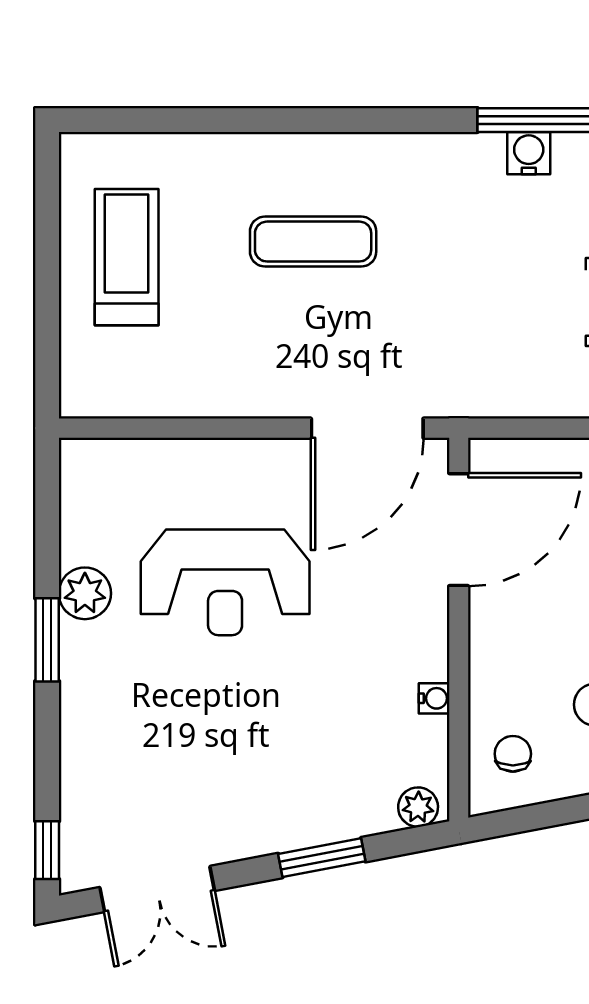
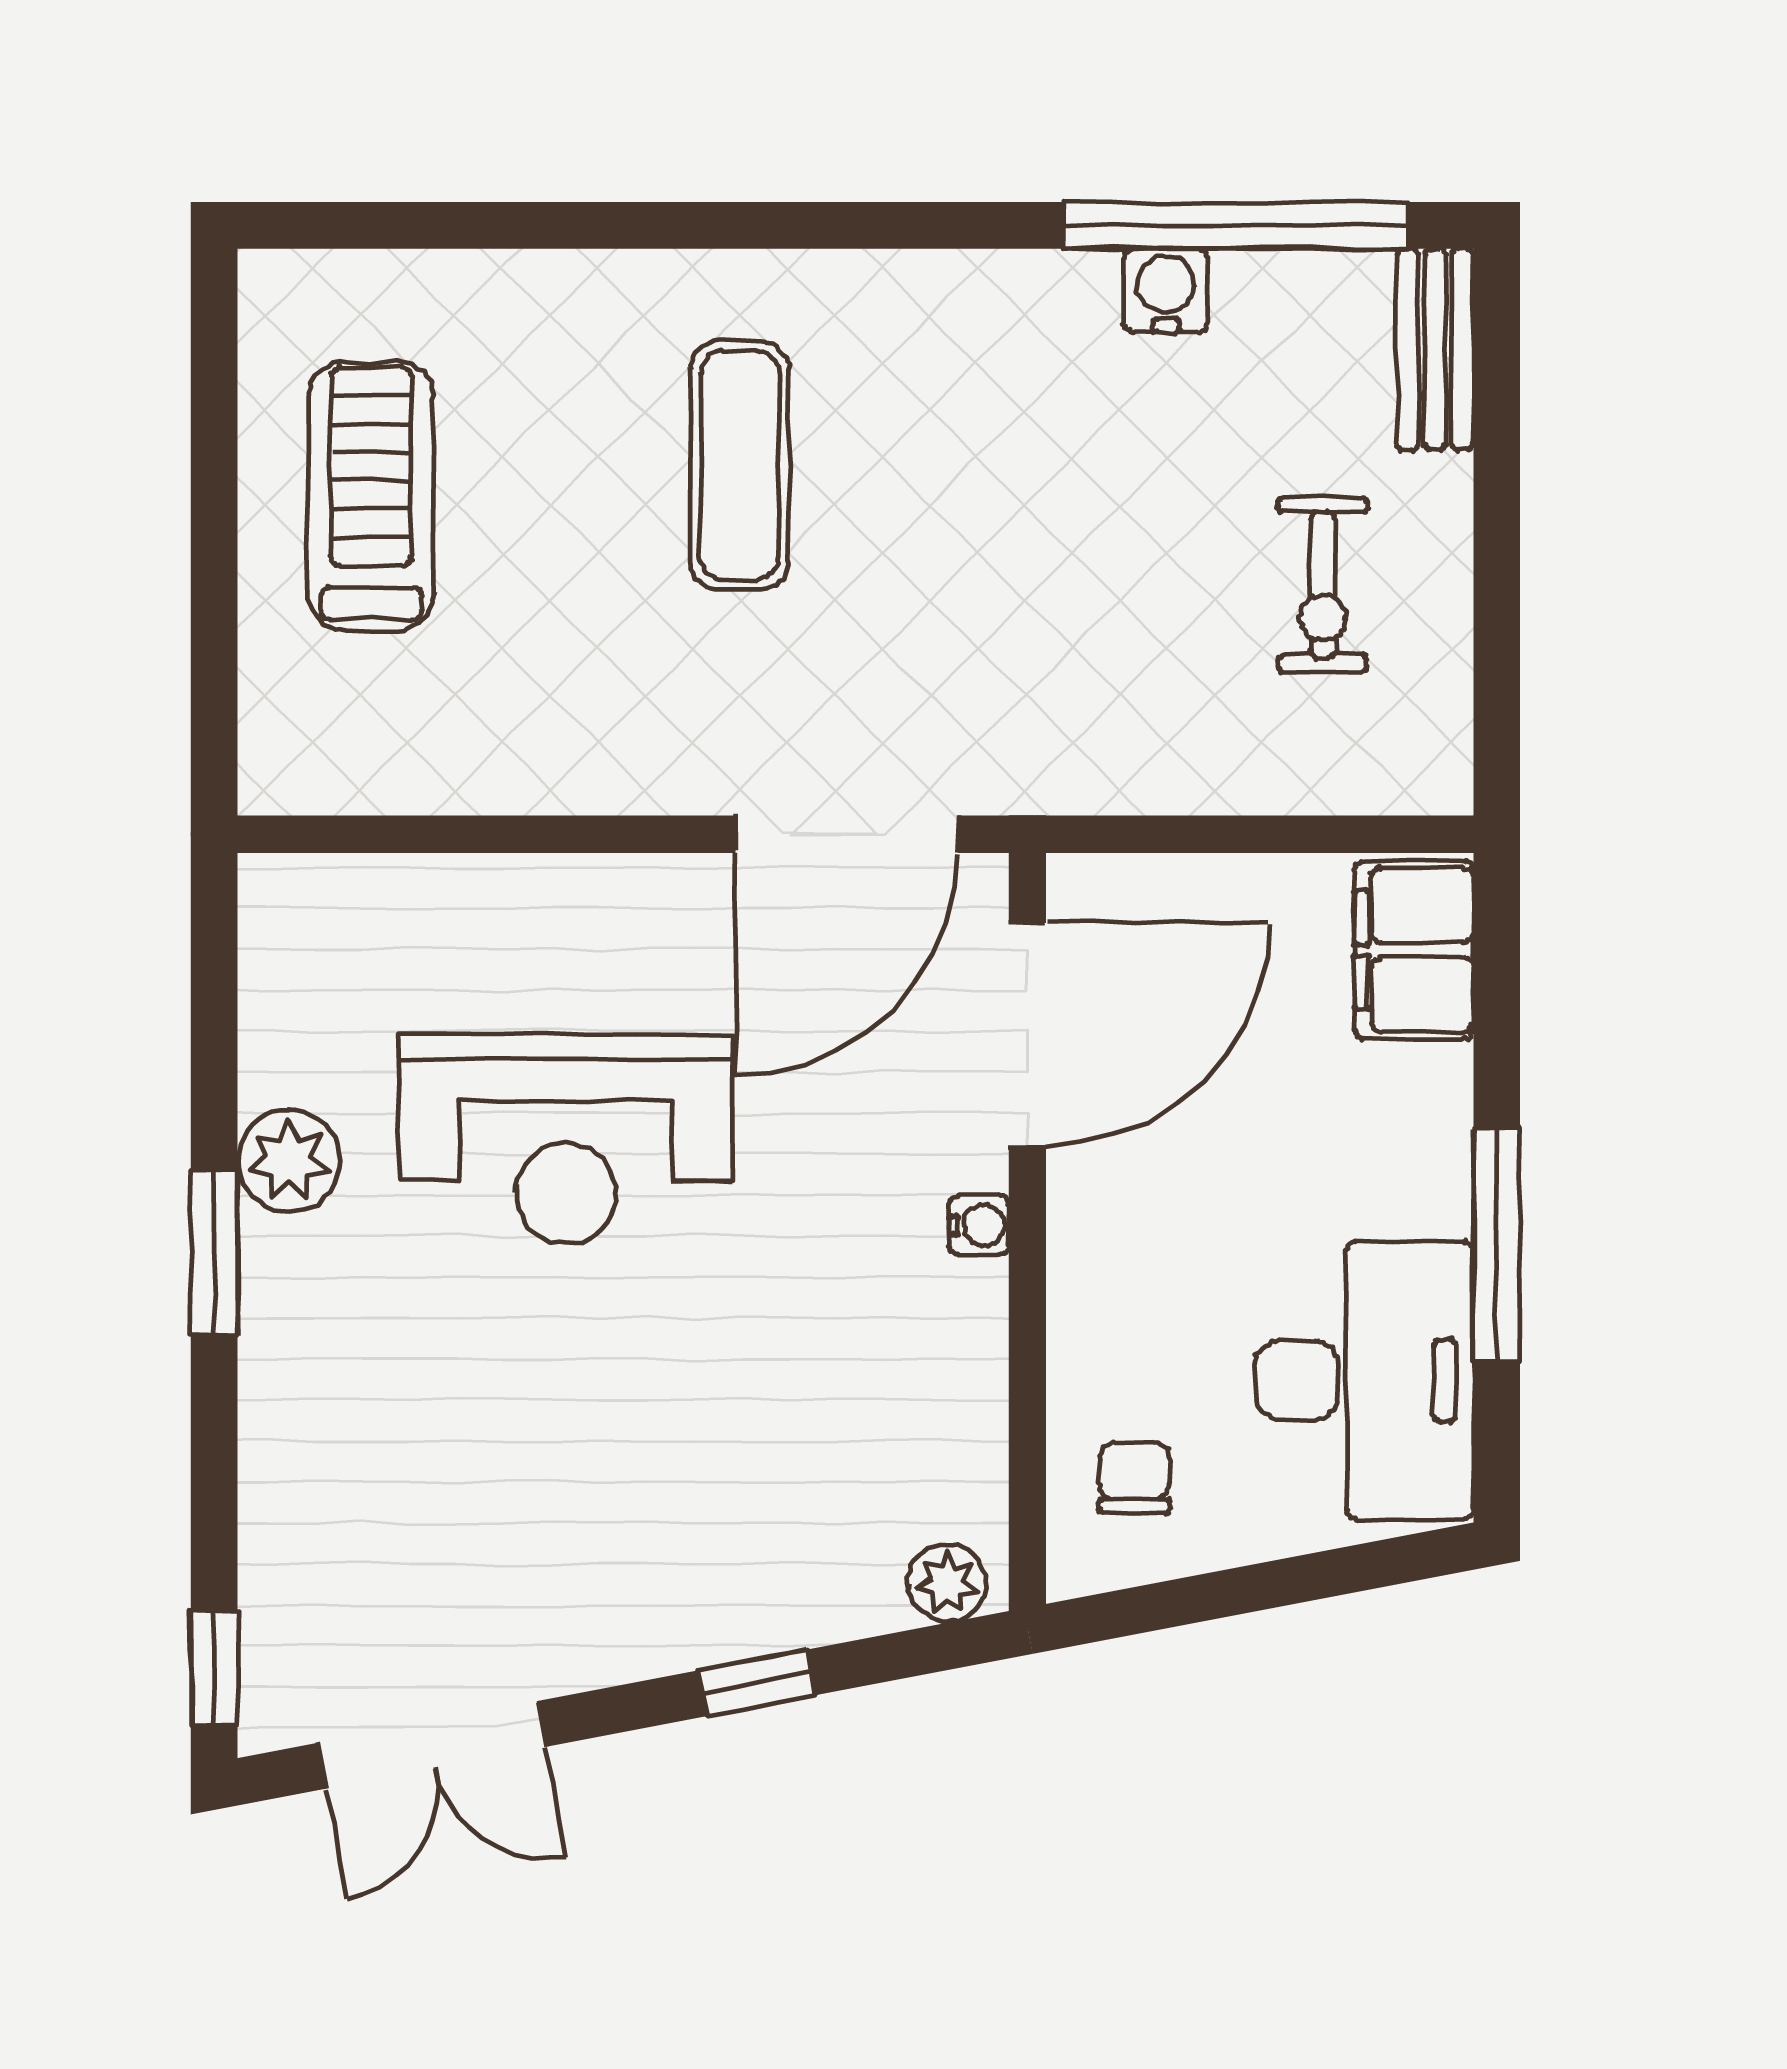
exercise mat: (313, 242) -> (740, 465), turned 90
water cooler: (434, 698) -> (979, 1225), moved
window: (322, 858) -> (757, 1683), width x0.67

